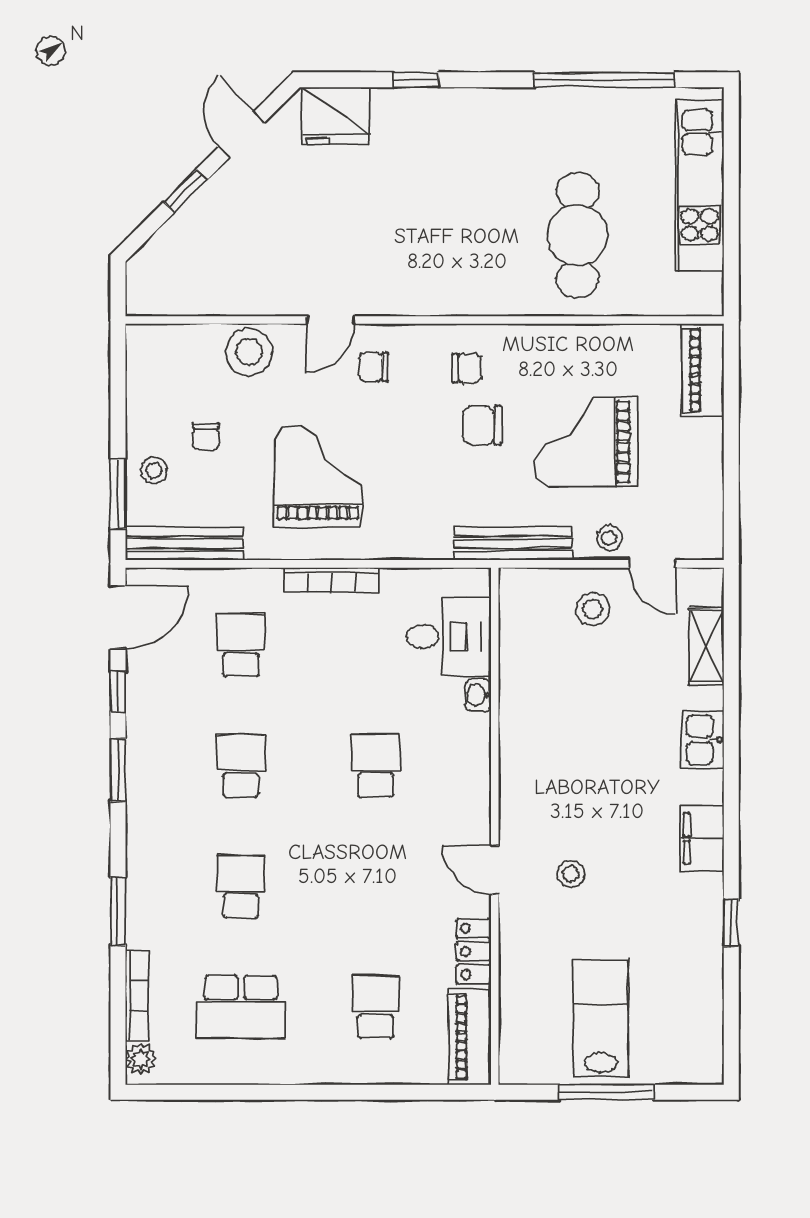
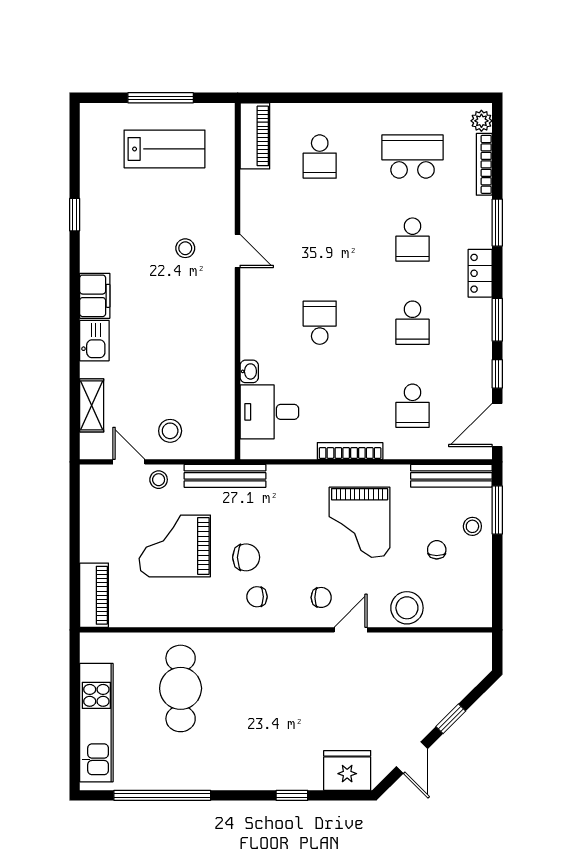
grand piano: (586, 442) -> (175, 546), turned 180
school desk: (376, 766) -> (320, 323), turned 180
filing cabinet: (702, 839) -> (95, 296), moved
locker: (474, 951) -> (480, 273), moved, turned 180
lab bench: (601, 1018) -> (164, 149), turned -90

